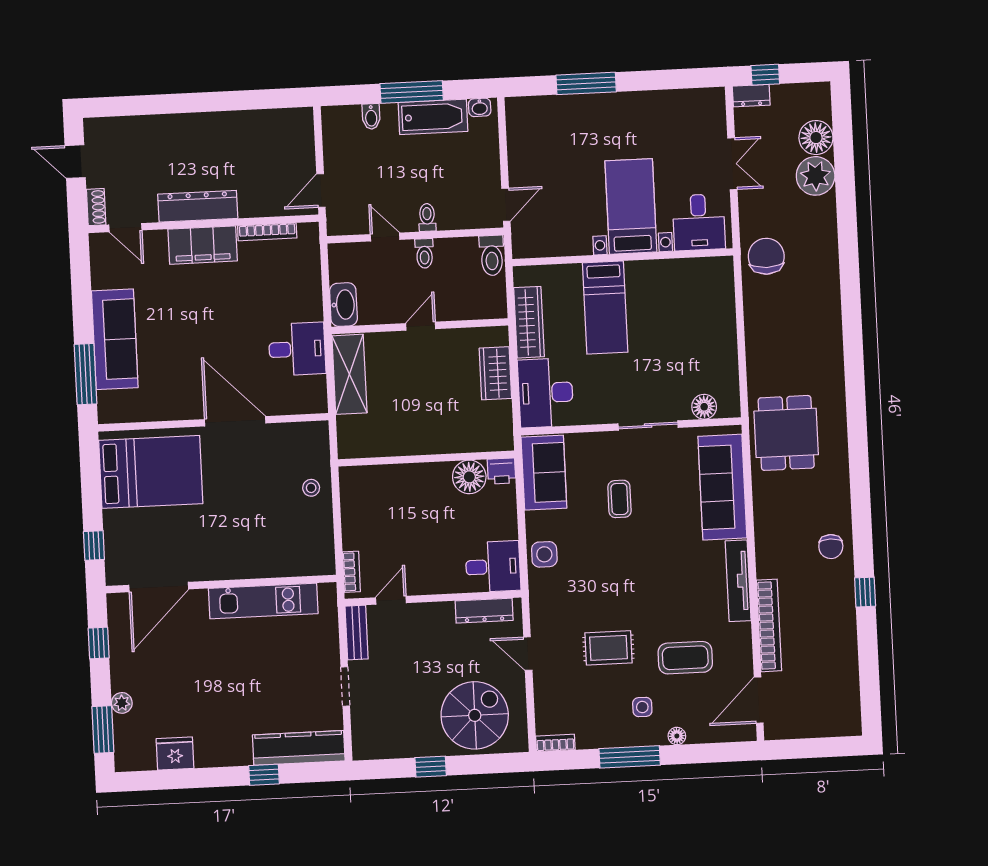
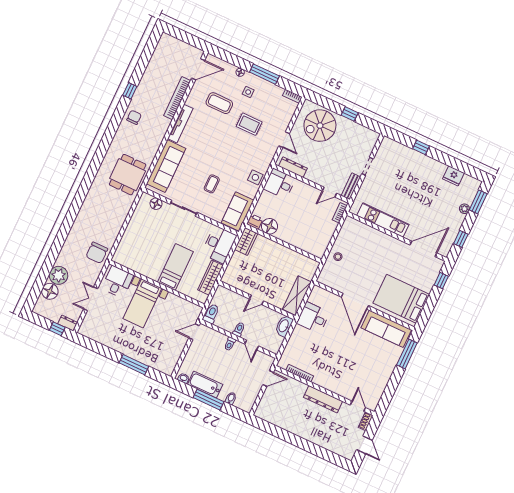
filing cabinet: (203, 245) -> (330, 382), removed
sofa: (115, 339) -> (386, 329), moved, turned -90
wardrobe: (495, 373) -> (246, 241), moved
kitchen counter: (299, 748) -> (401, 151), removed

